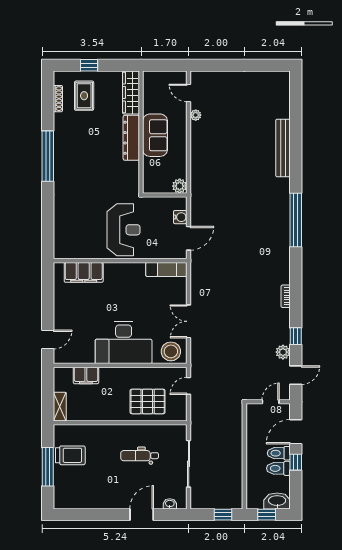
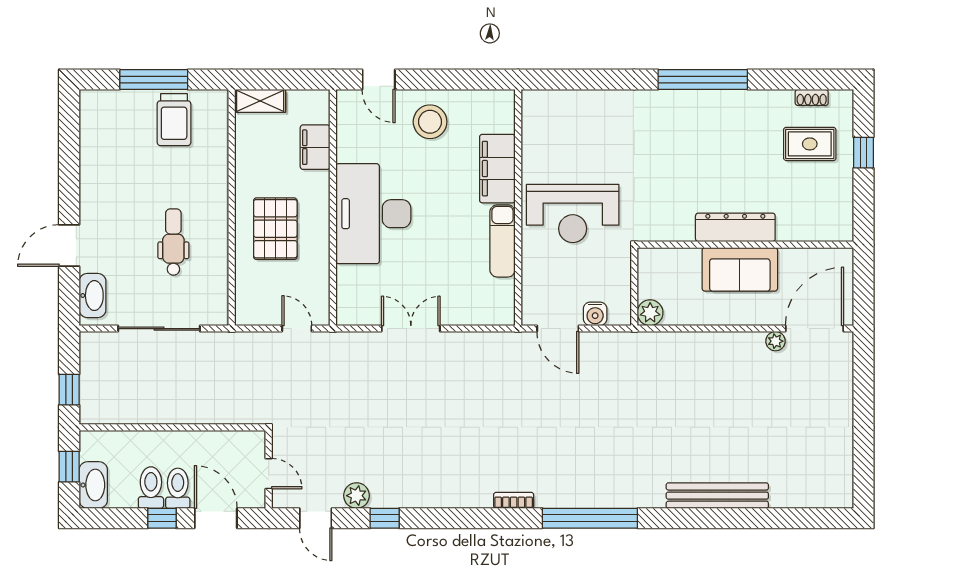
wardrobe: (131, 92) -> (815, 227), removed
door: (189, 93) -> (815, 329), width x1.88
shoe rack: (58, 99) -> (812, 97), width x0.70
exam couch: (166, 269) -> (503, 241), moved
filing cabinet: (84, 272) -> (497, 169), moved
bookcase: (286, 296) -> (514, 500), moved
stool: (171, 351) -> (430, 122), moved
pallet: (148, 401) -> (275, 229), moved
washbasin: (170, 504) -> (92, 296), width x1.91, depth x1.45
door: (142, 515) -> (69, 246), swing flipped

